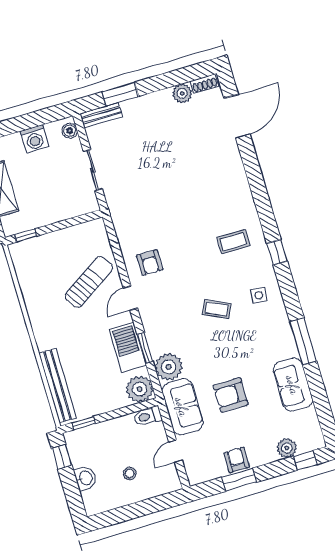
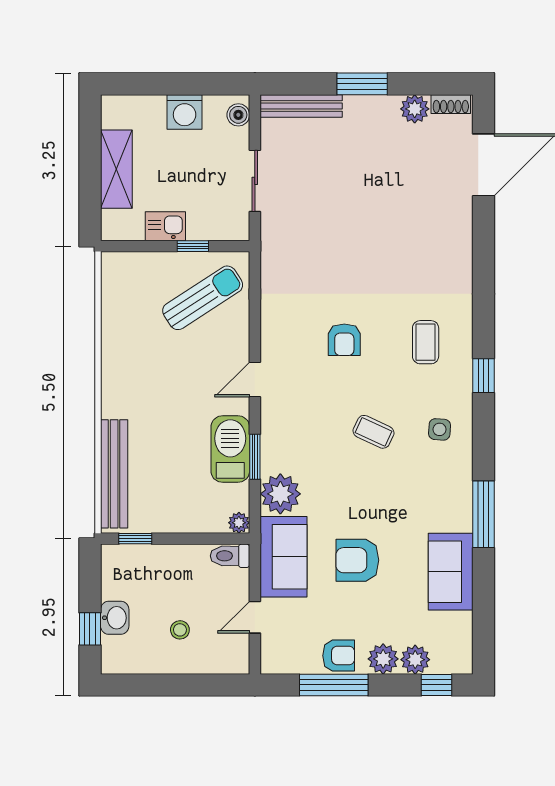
window: (120, 94) -> (362, 84), moved
bench: (101, 115) -> (301, 106), width x1.36
kitchen sink: (44, 216) -> (165, 226), added
window: (26, 235) -> (193, 246), moved
coffee table: (233, 242) -> (426, 342), turned 90
armchair: (150, 263) -> (344, 340), moved
sun lounger: (89, 282) -> (203, 298), moved
plant: (140, 389) -> (239, 523), width x0.53, depth x0.53
plant: (266, 454) -> (383, 659), added
window: (62, 457) -> (90, 629), moved
armchair: (237, 460) -> (339, 656), turned 90
window: (239, 480) -> (334, 685), width x1.44

